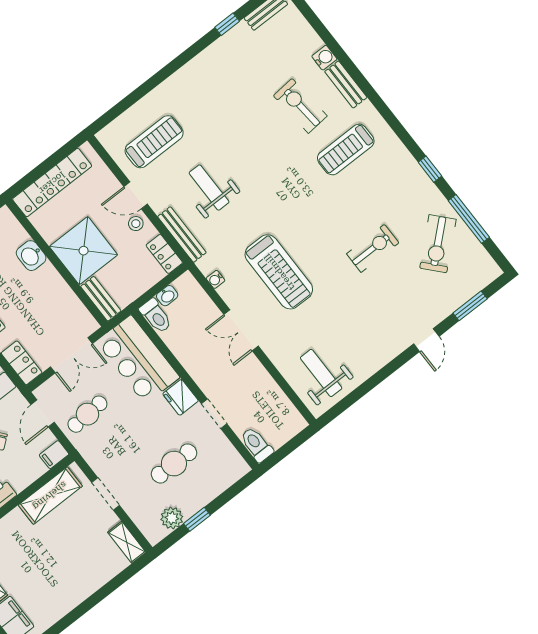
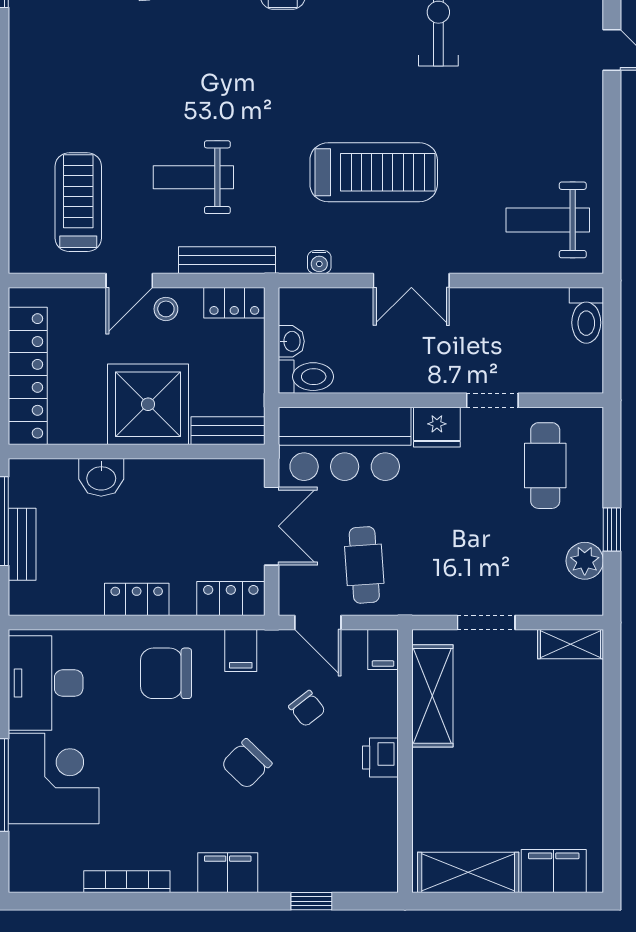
toilet: (257, 445) -> (586, 315), moved, turned -90
cafe table: (174, 464) -> (545, 466), moved

